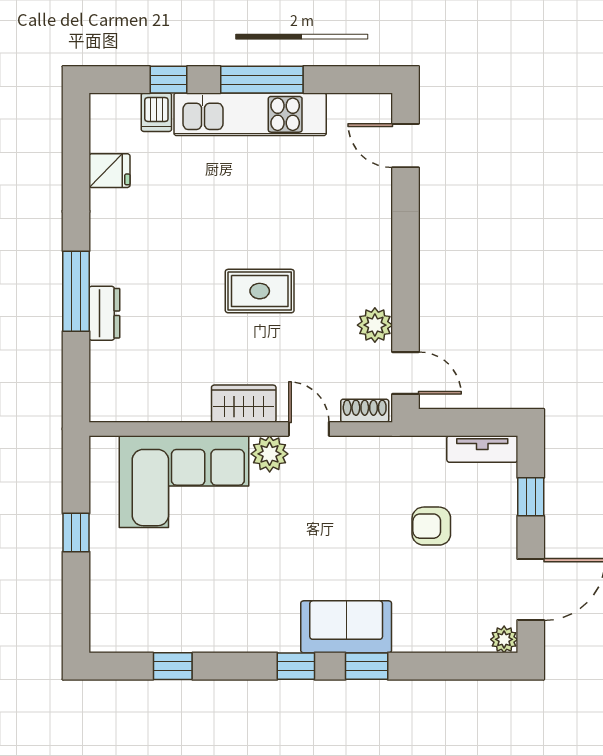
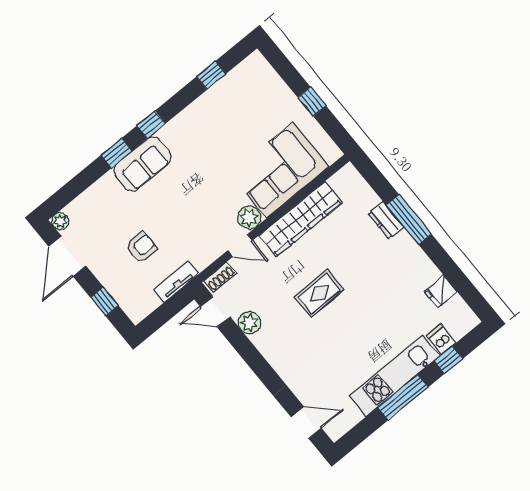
wardrobe: (244, 404) -> (300, 219), width x2.10, depth x1.17
tv unit: (482, 449) -> (176, 282), moved

